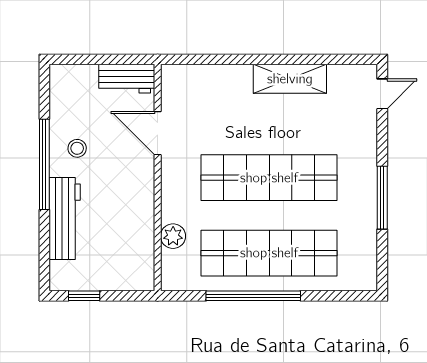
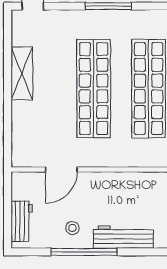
workbench: (127, 79) -> (22, 221), moved
plant: (173, 236) -> (136, 158), removed

